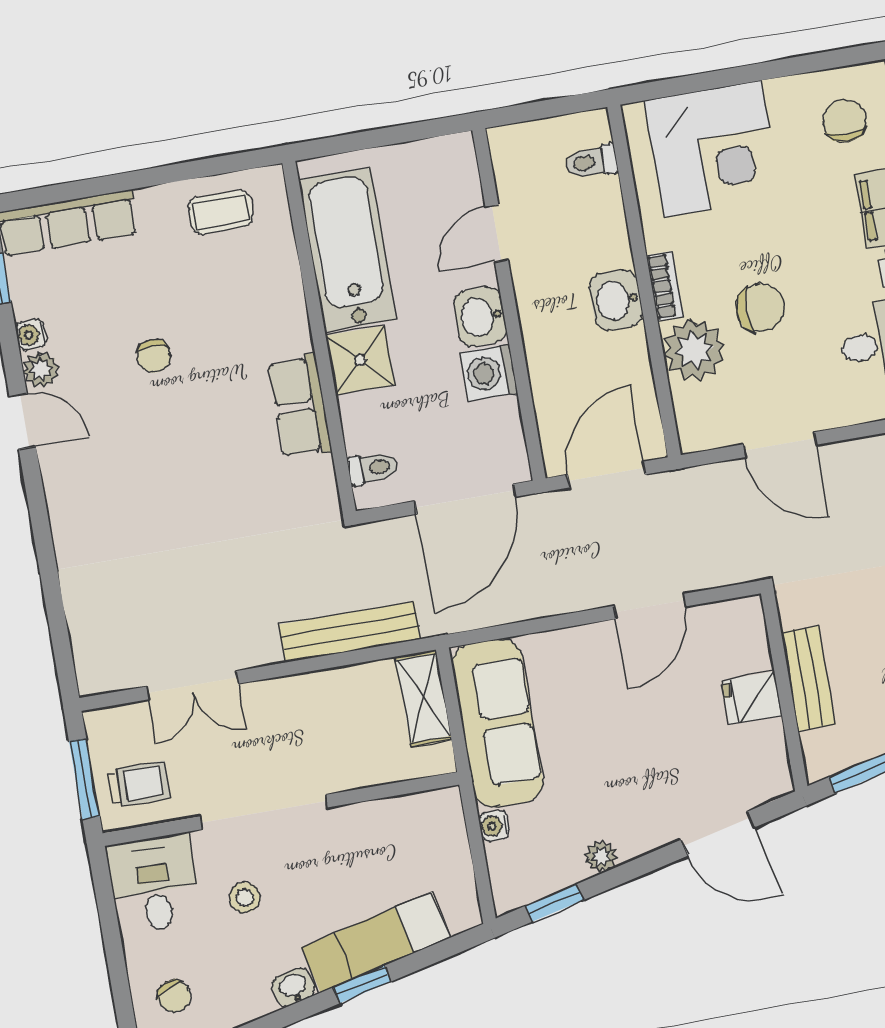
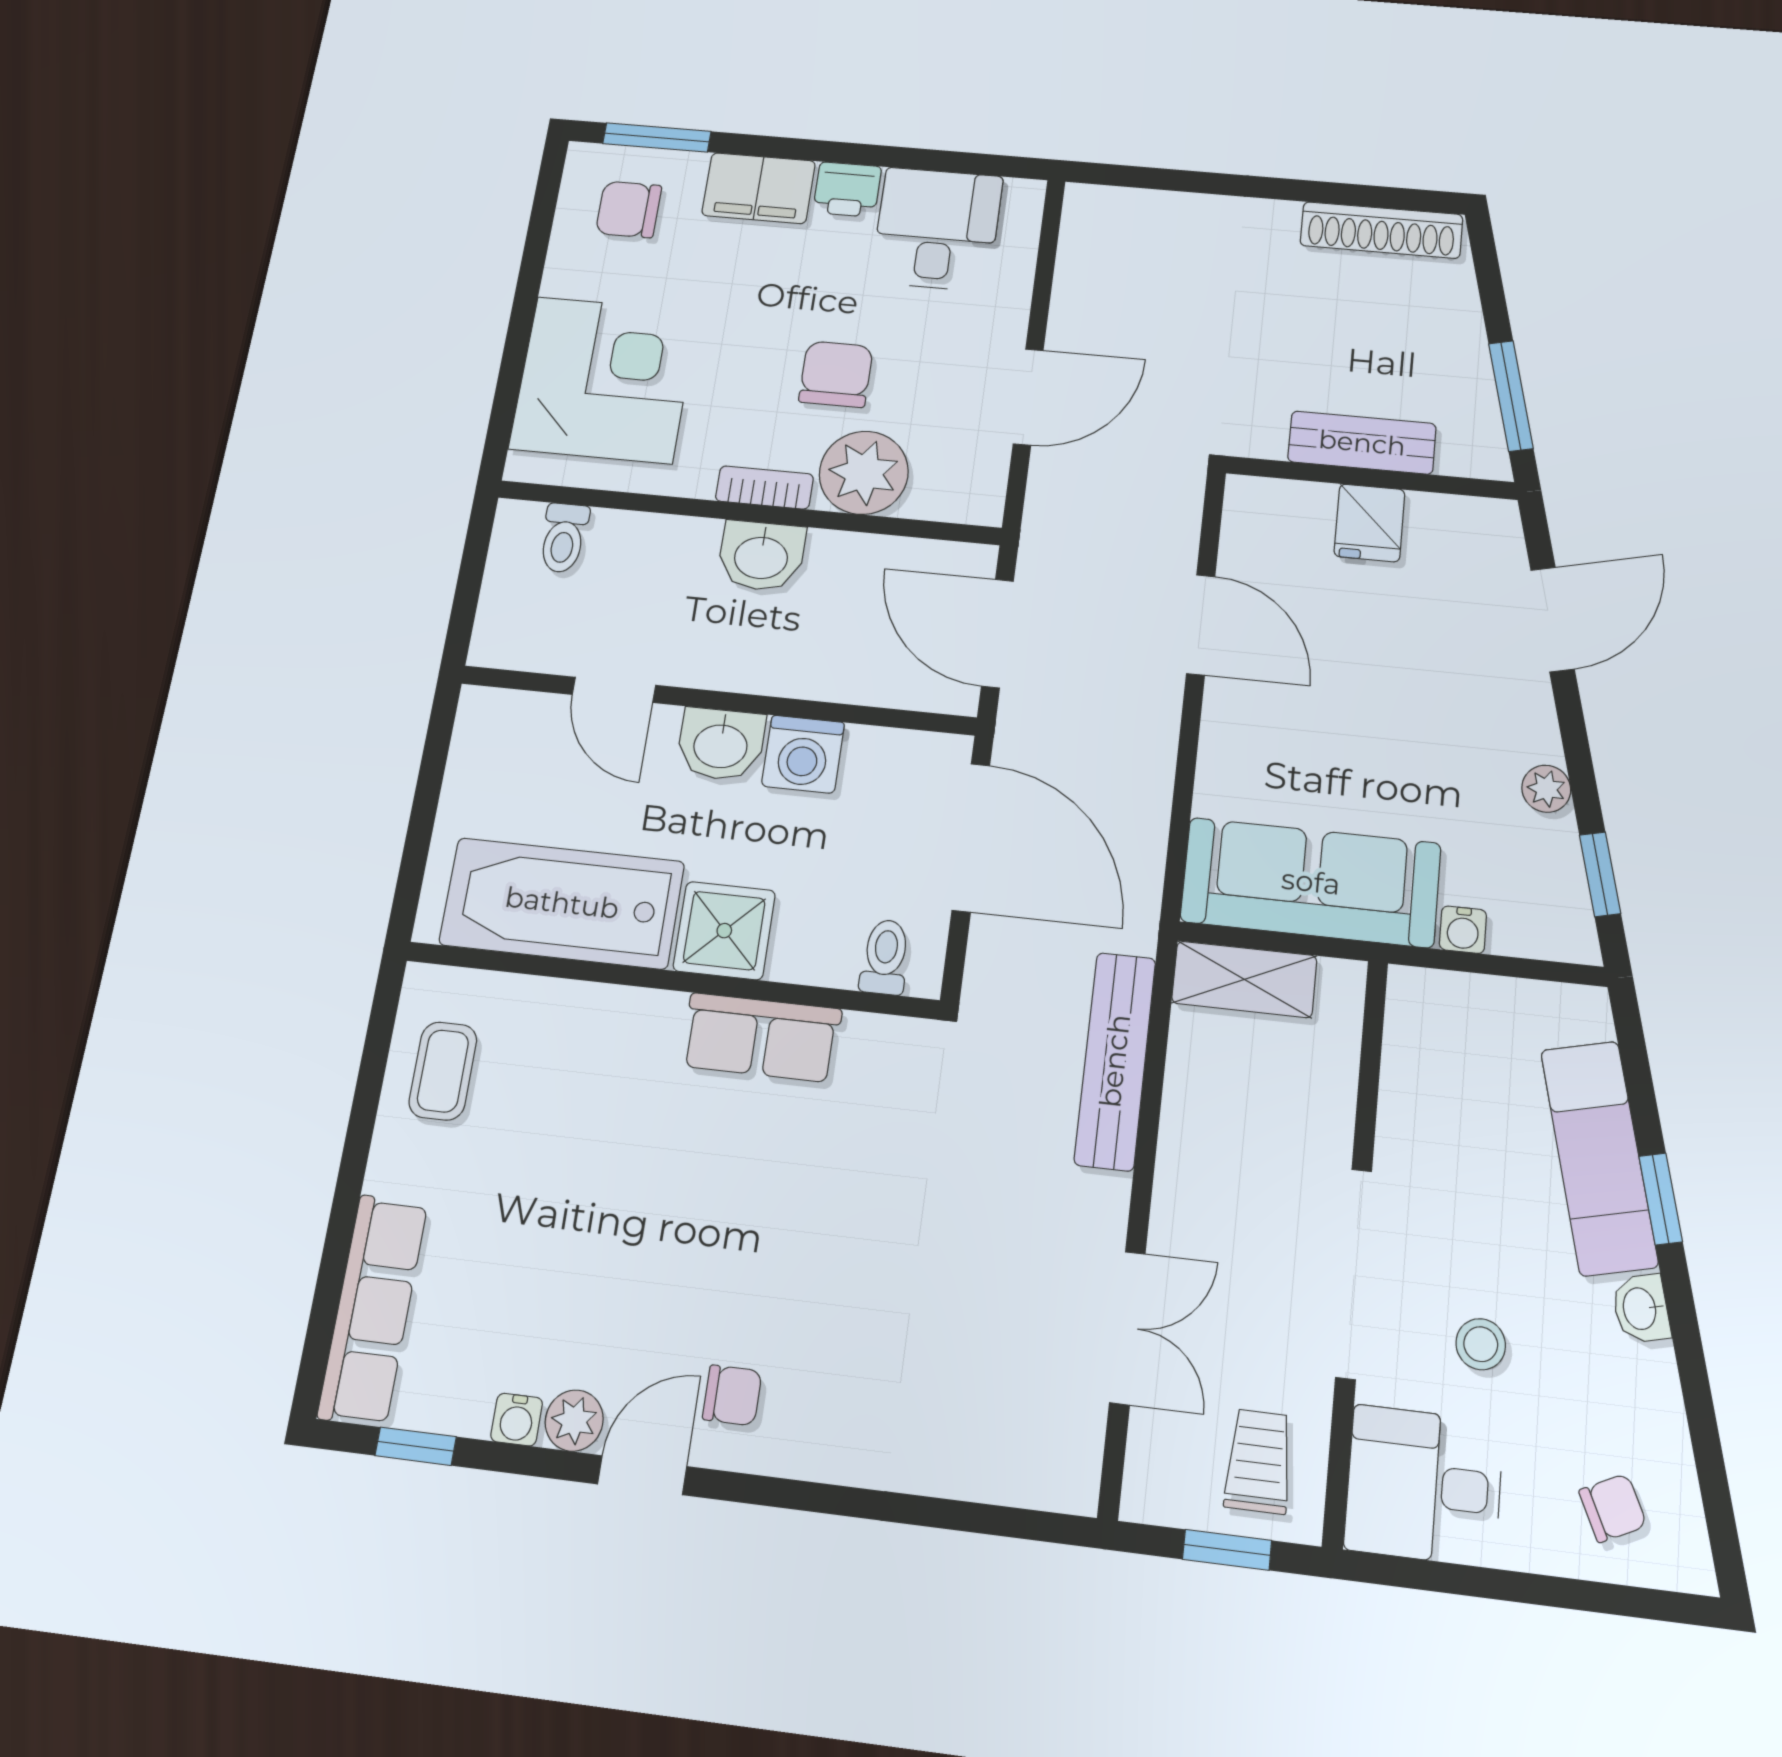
chair: (154, 356) -> (732, 1395), moved
window: (84, 779) -> (1227, 1550), width x0.67

